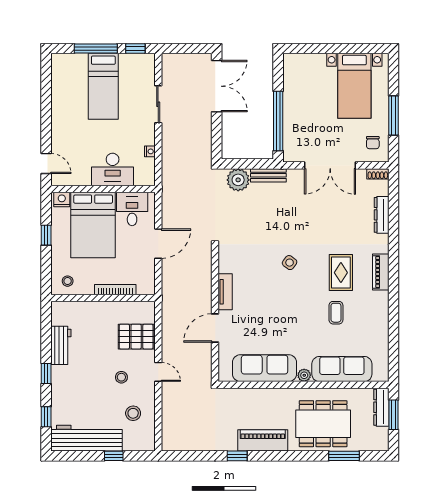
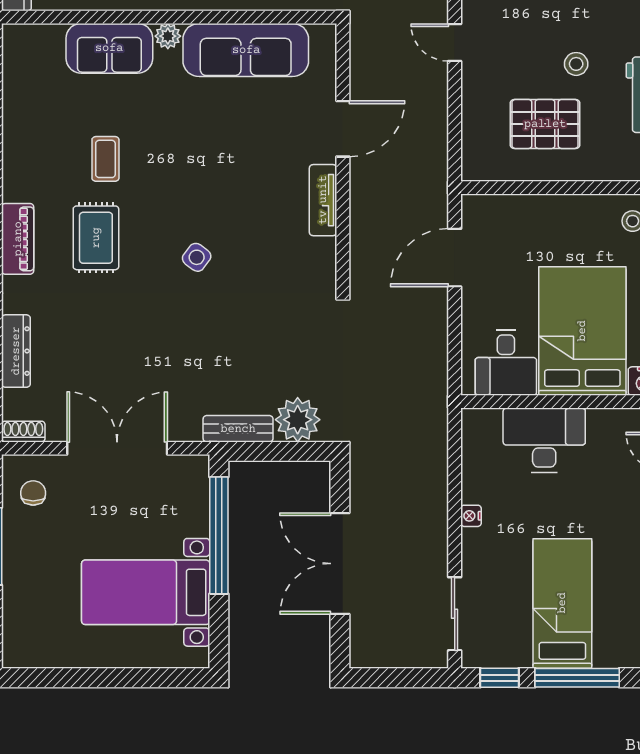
double door: (217, 86) -> (340, 564), moved
bed with nightstands: (354, 86) -> (146, 592), moved, turned -90
sliding door: (158, 104) -> (455, 614), moved
nightstand: (150, 151) -> (471, 516), moved
door: (158, 244) -> (455, 258), moved
bookcase: (115, 290) -> (539, 204), removed
pallet: (136, 337) -> (545, 124), moved
sofa: (342, 369) -> (109, 48), width x0.73
stool: (121, 377) -> (576, 64), moved

